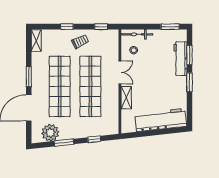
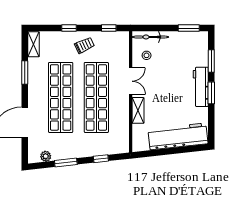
workbench: (180, 59) -> (201, 87), moved
window: (29, 77) -> (25, 73), moved
plant: (50, 133) -> (46, 156), width x0.53, depth x0.53

